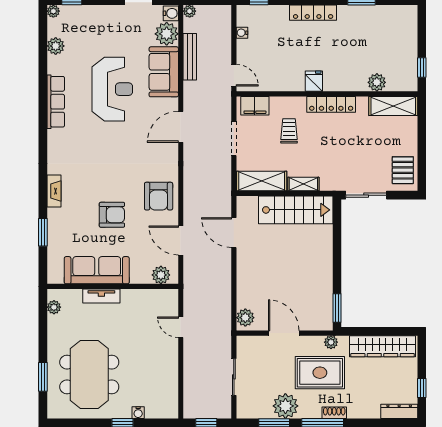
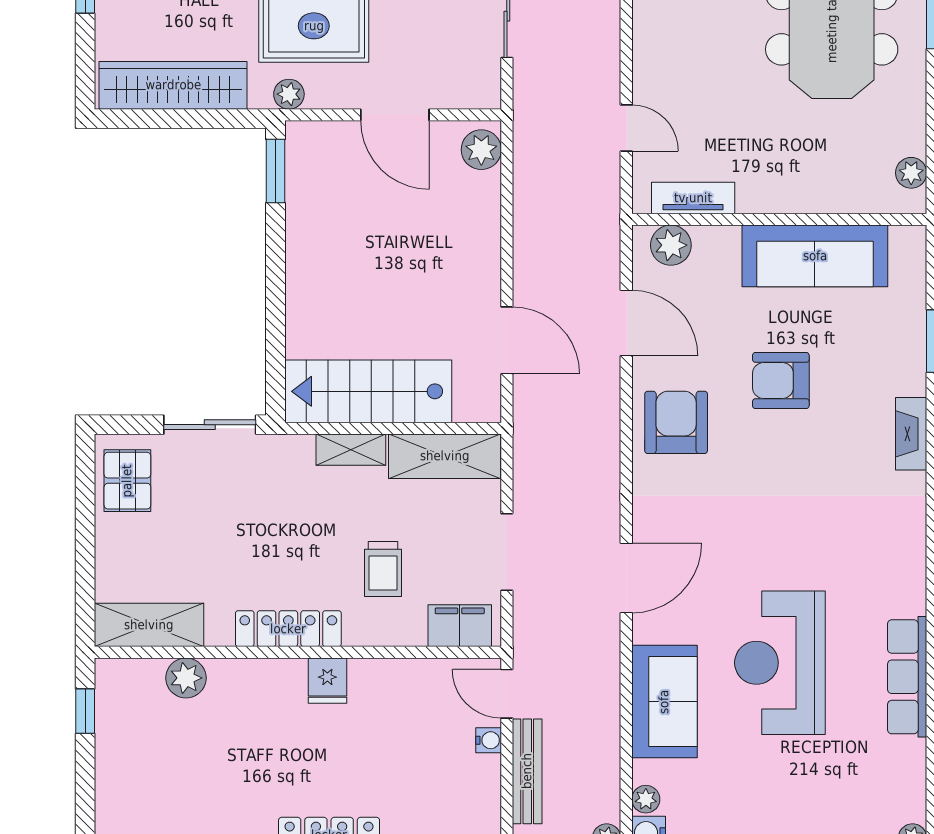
water cooler: (242, 33) -> (489, 740), moved
plant: (167, 34) -> (646, 799), width x0.53, depth x0.53
plant: (56, 46) -> (907, 760), removed
bench: (190, 57) -> (527, 771), moved
row of seats: (56, 102) -> (907, 677), moved
tv unit: (101, 296) -> (693, 198), moved

